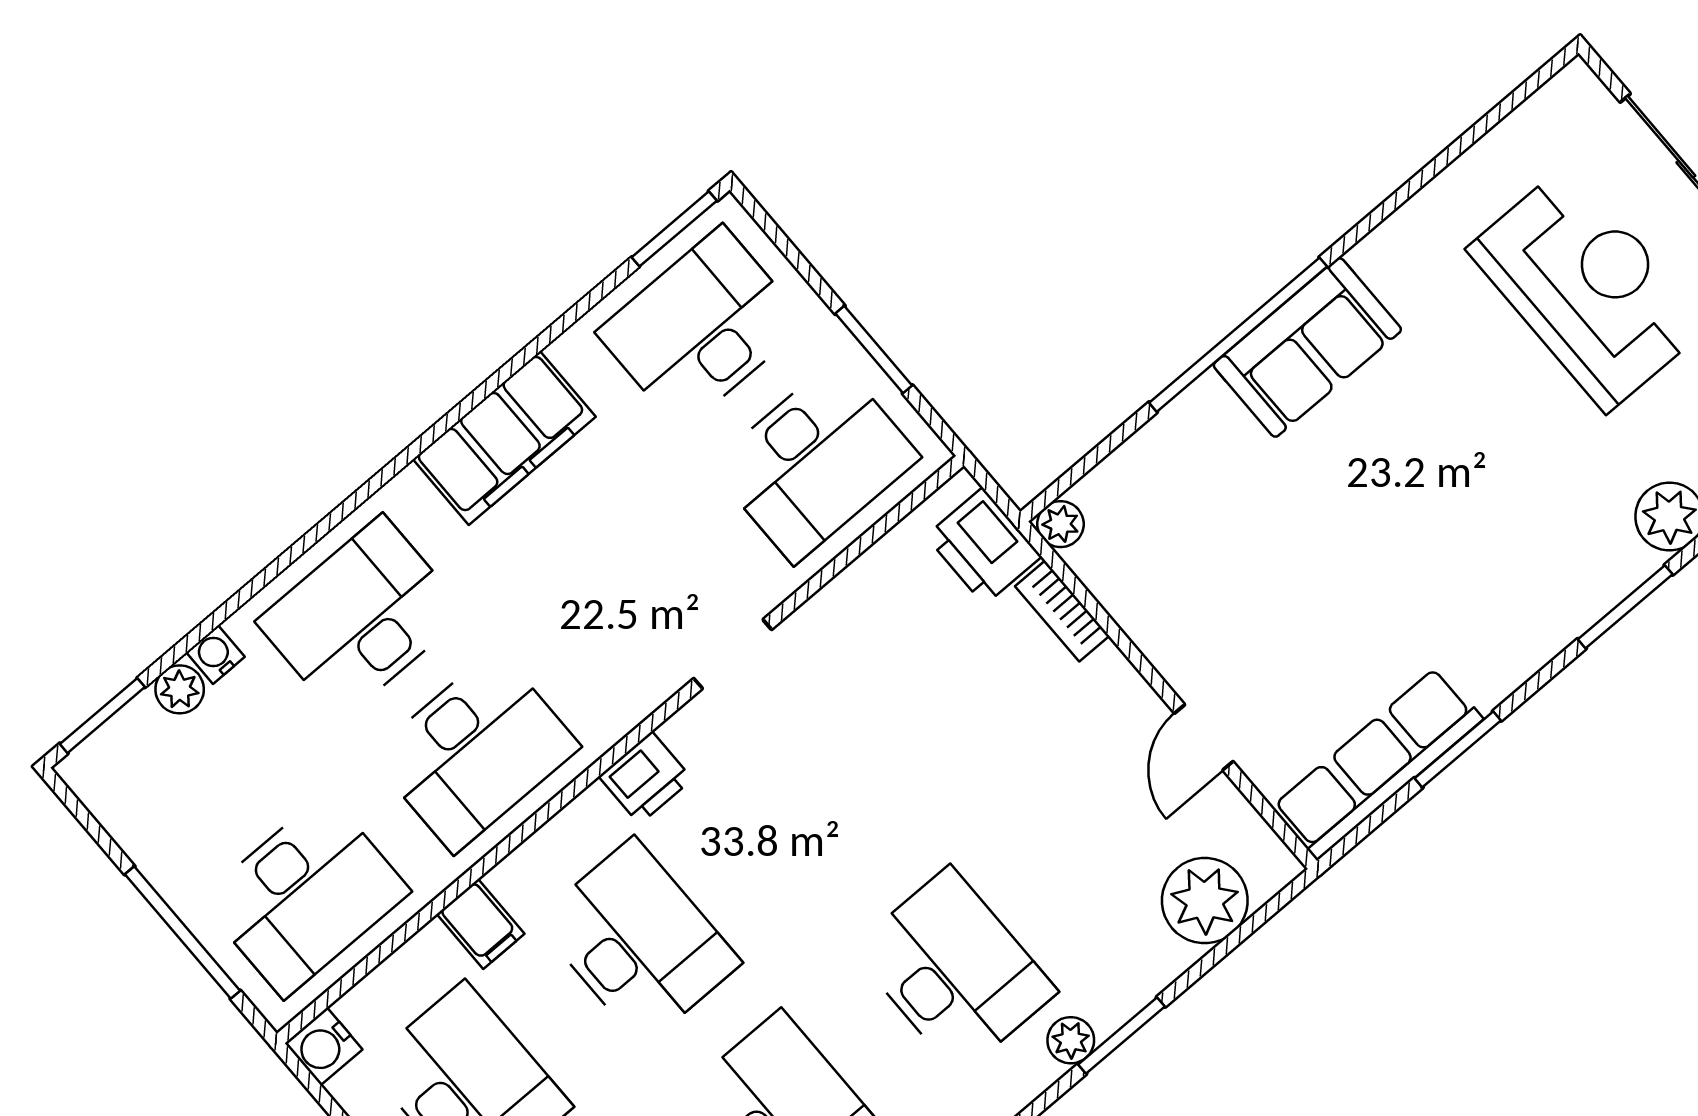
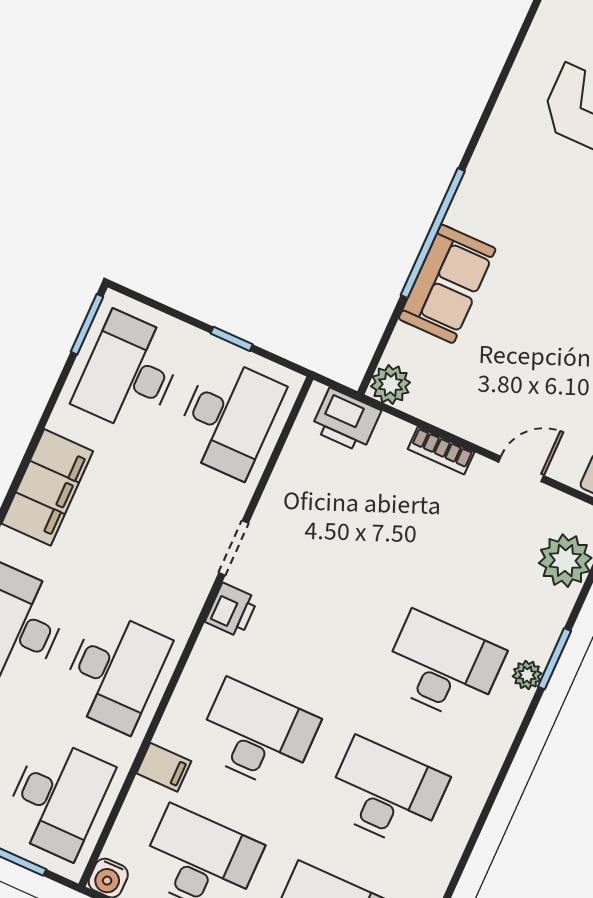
sofa: (1307, 347) -> (447, 284), moved
window: (874, 350) -> (232, 339), width x0.67
plant: (1061, 524) -> (391, 384), width x1.38, depth x1.38
bookcase: (1062, 611) -> (441, 451), moved
door: (1204, 737) -> (521, 469), swing flipped
printer: (646, 778) -> (232, 610), moved

